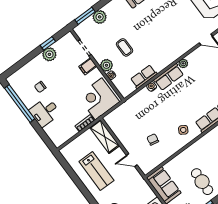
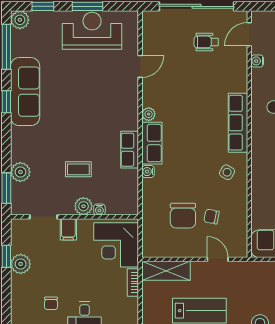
row of seats: (144, 77) -> (130, 150), moved
chair: (142, 123) -> (183, 216), added
door: (132, 160) -> (218, 259), swing flipped

